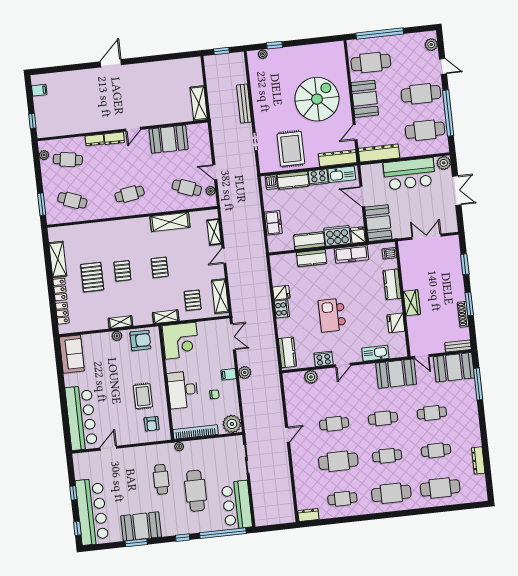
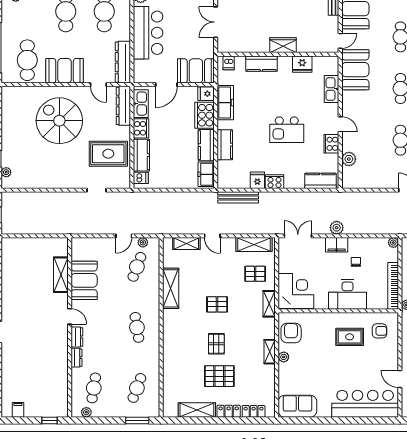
shelving: (199, 103) -> (61, 275), moved, turned 90
bench: (244, 104) -> (238, 197), moved
freezer: (273, 223) -> (206, 174), moved, turned -90
pallet: (122, 271) -> (216, 344), turned 90
filing cabinet: (229, 374) -> (337, 245), width x2.00
plant: (232, 424) -> (393, 243), width x0.53, depth x0.53

